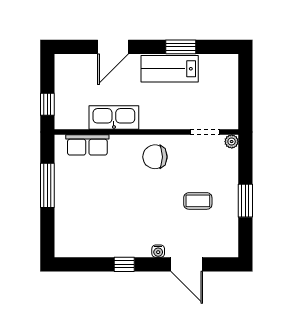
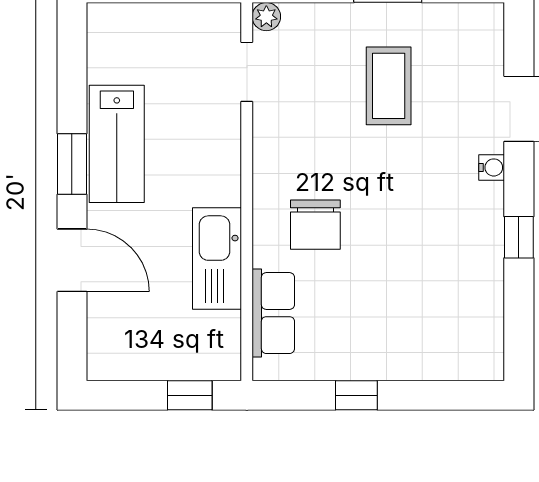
window: (181, 47) -> (72, 164), moved
chair: (155, 157) -> (315, 225), moved
window: (47, 185) -> (356, 395), width x0.46
coffee table: (198, 201) -> (389, 86), width x1.36, depth x1.30

